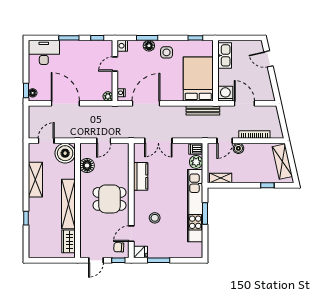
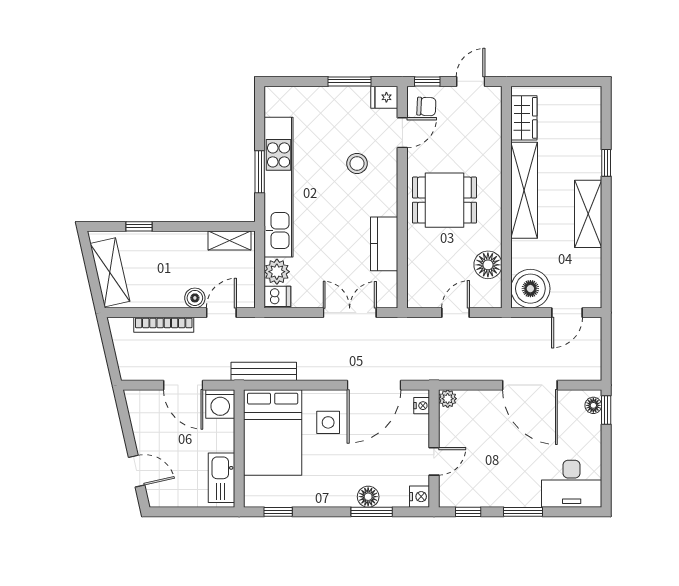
side table: (167, 52) -> (328, 422), moved
shelving: (35, 180) -> (588, 214), moved

